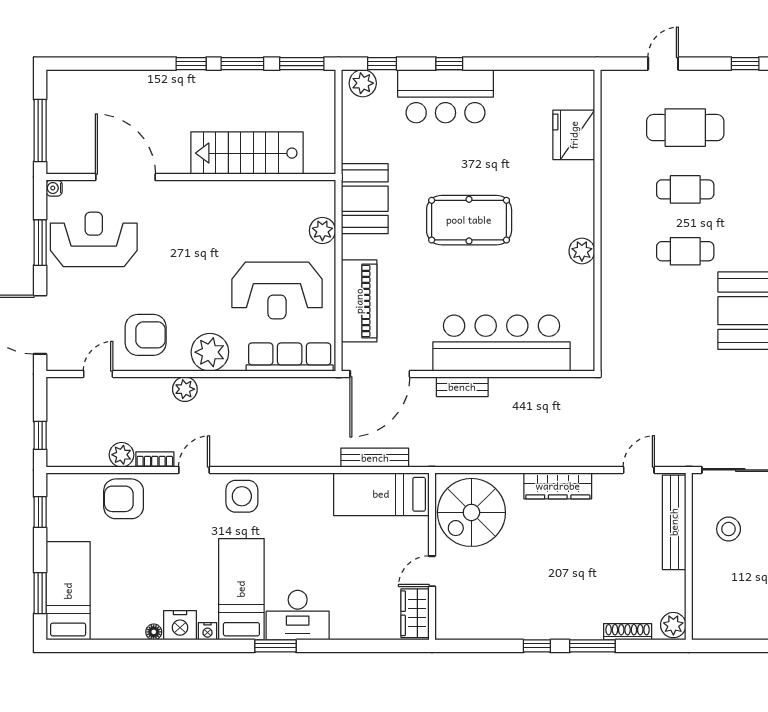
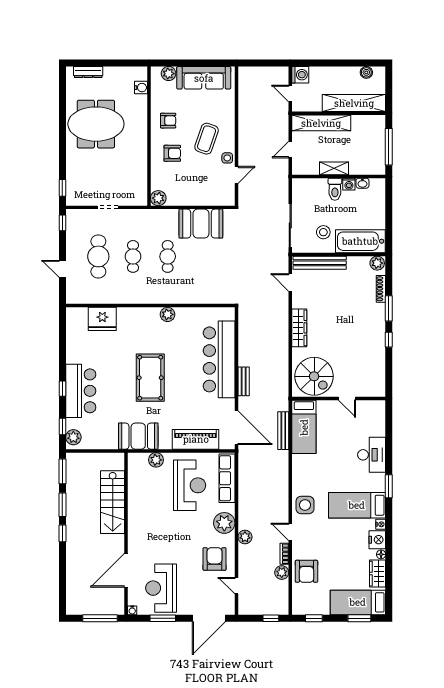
bathtub: (712, 595) -> (360, 241), added
wardrobe: (415, 613) -> (378, 574), moved, turned 90
desk: (298, 615) -> (372, 455), moved

